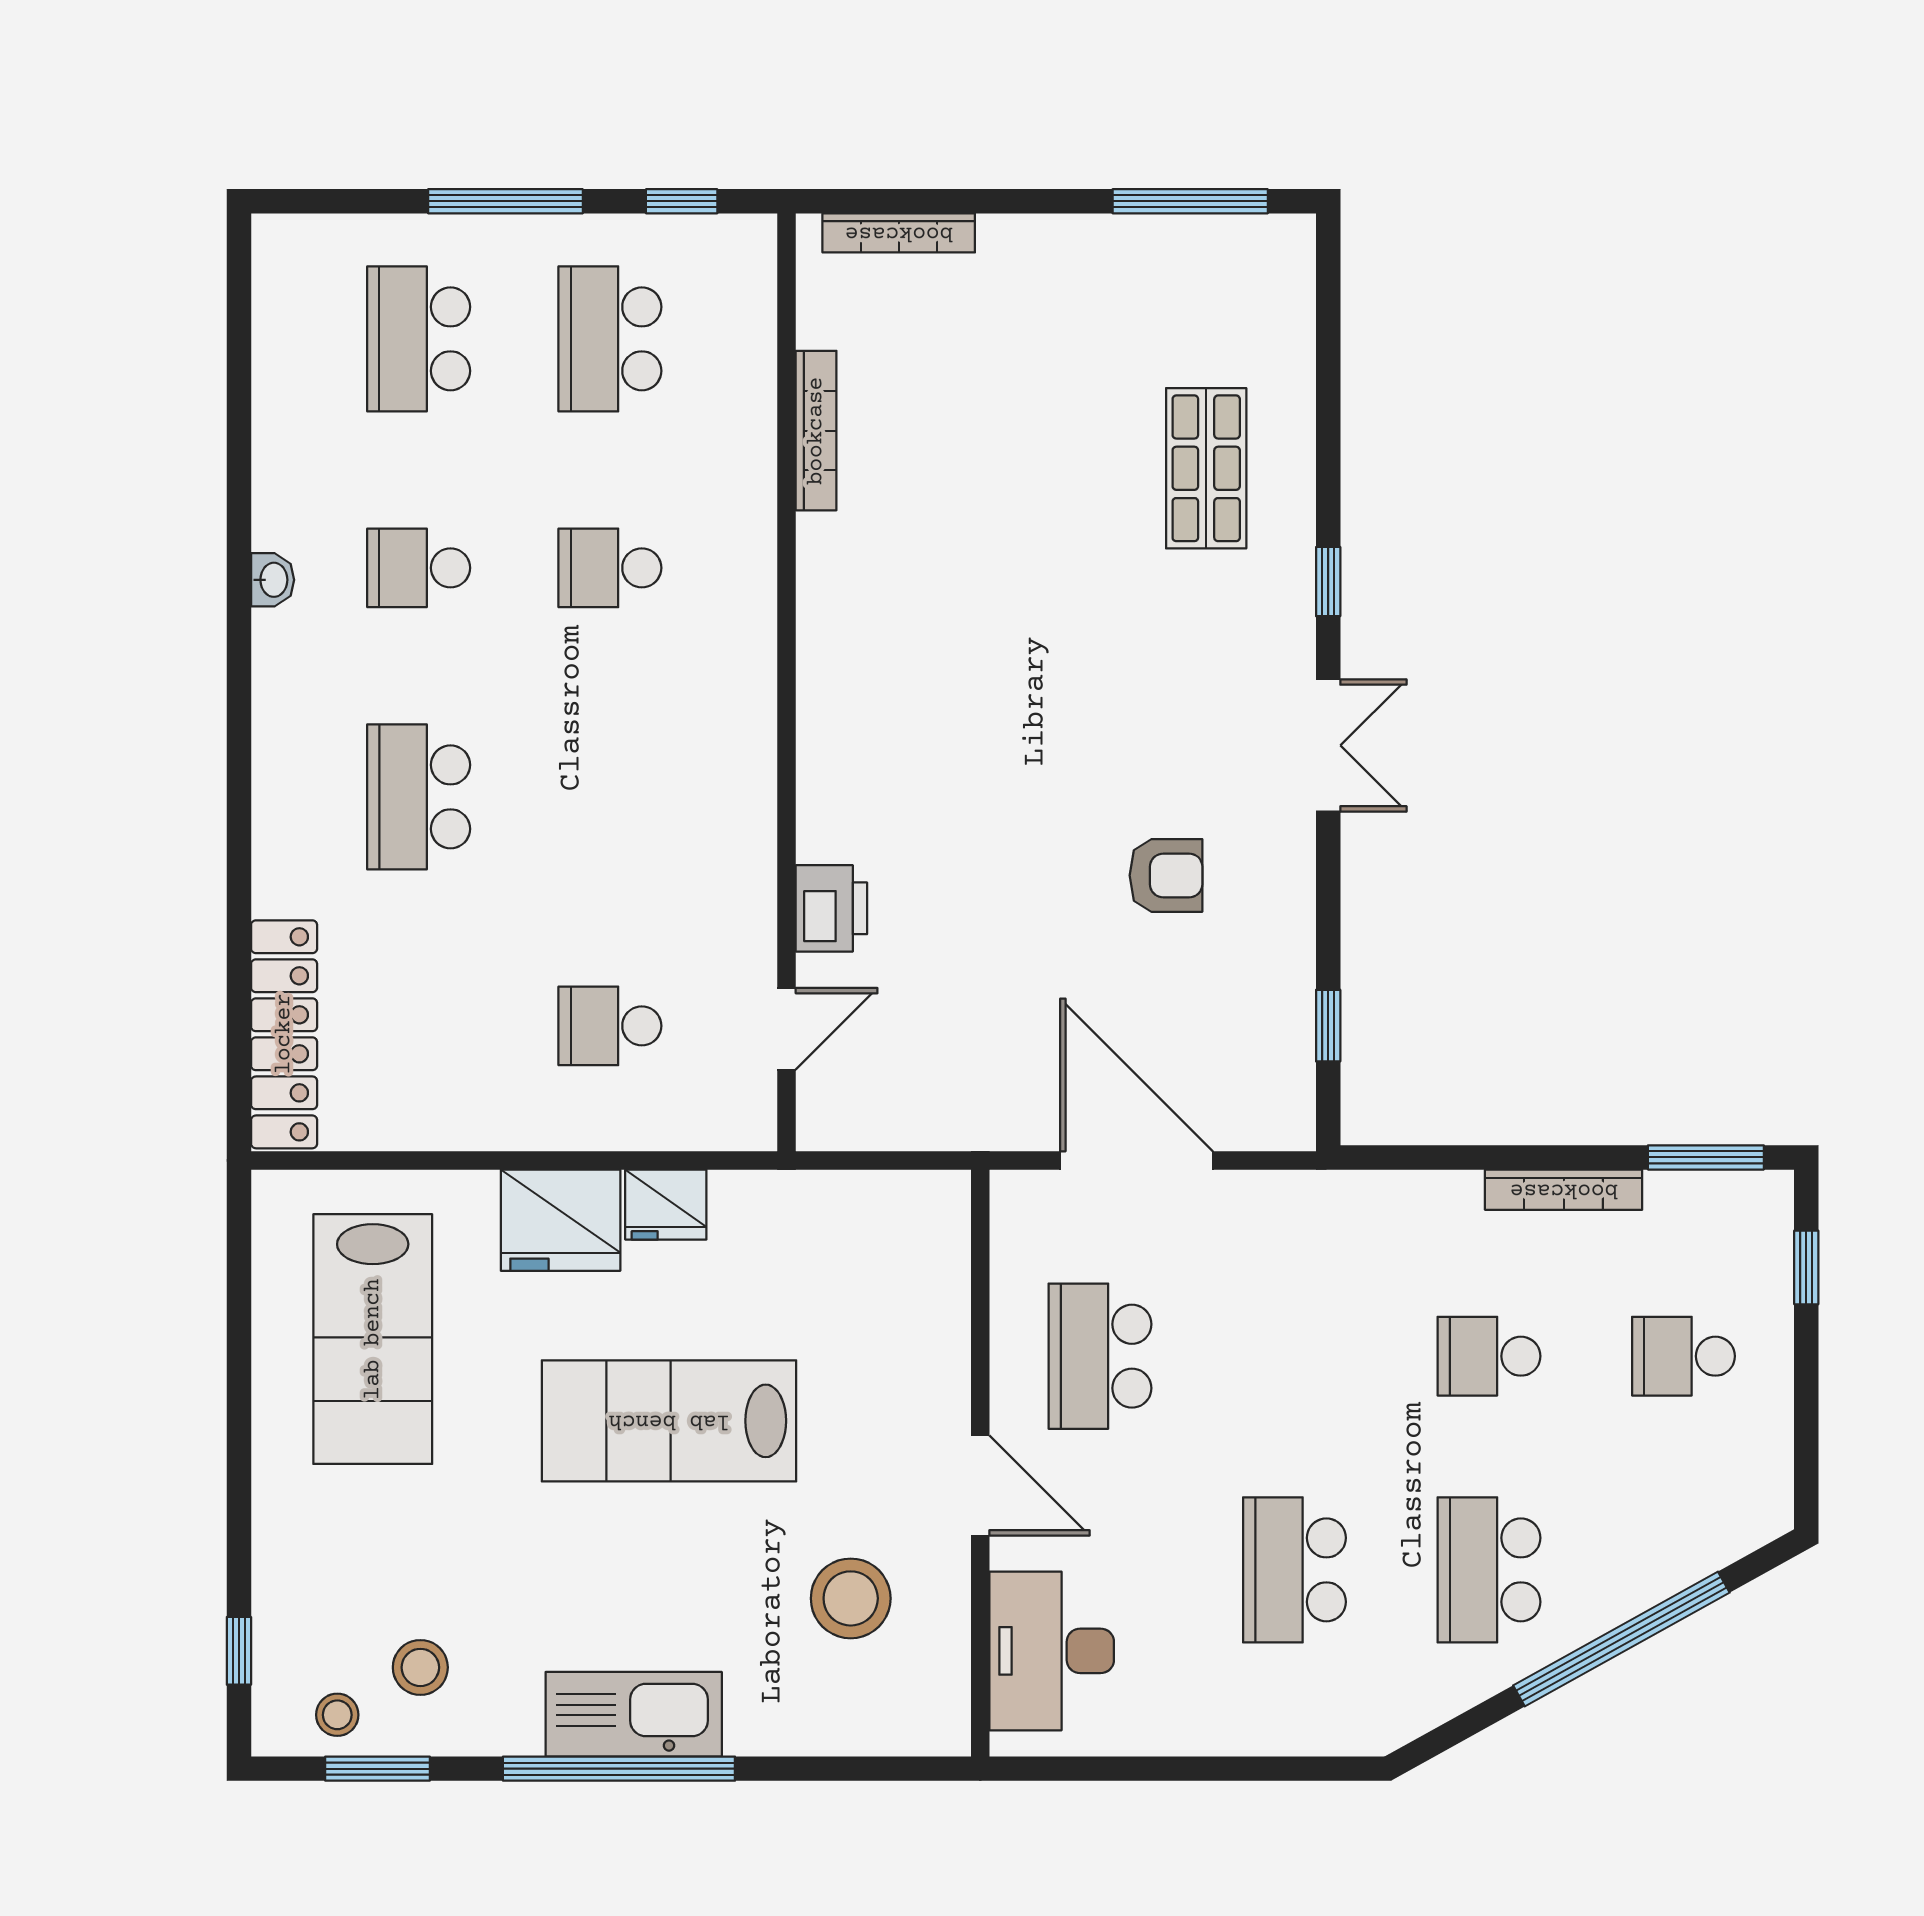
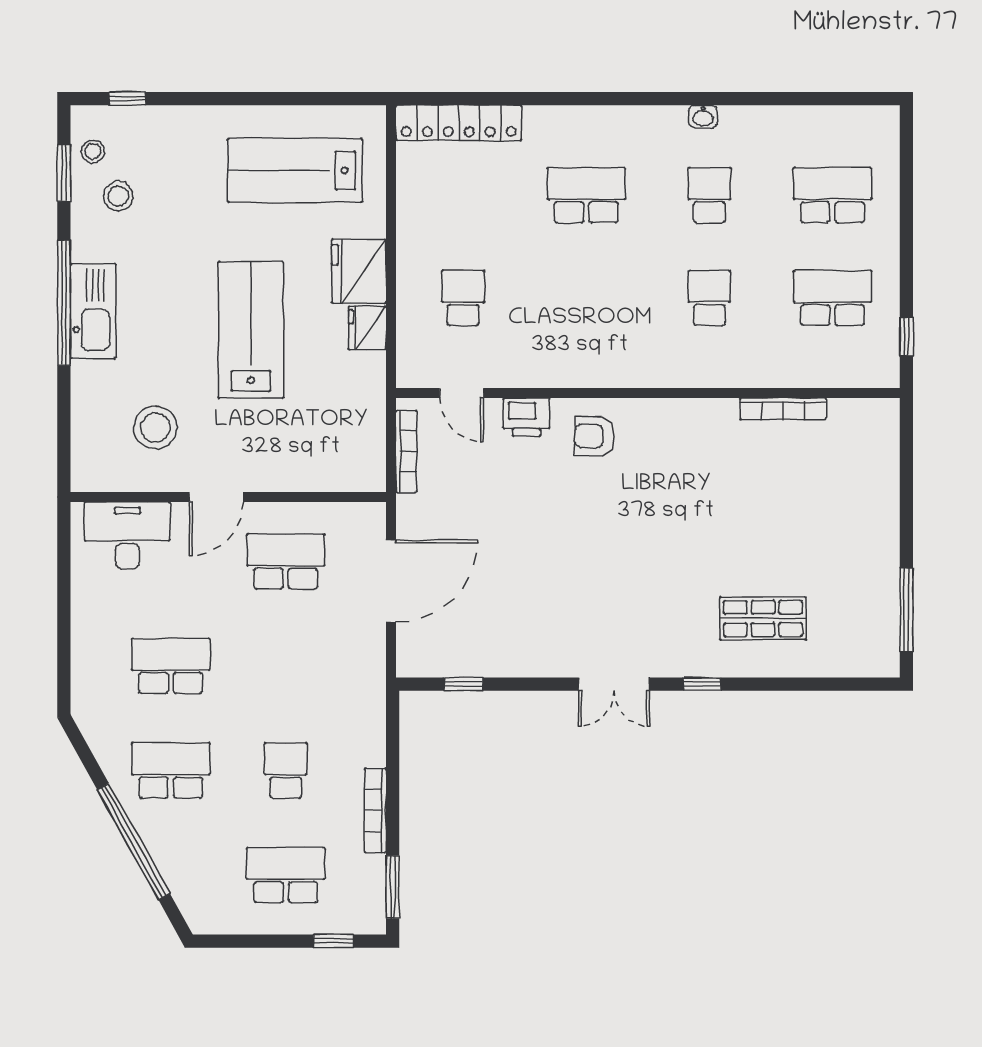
window: (505, 201) -> (906, 242), removed
bookcase: (899, 233) -> (406, 451), moved, turned 180
armchair: (1166, 875) -> (594, 436), moved, turned 90
school desk: (1683, 1356) -> (286, 875), width x1.85

